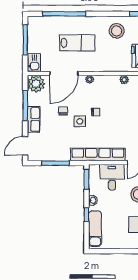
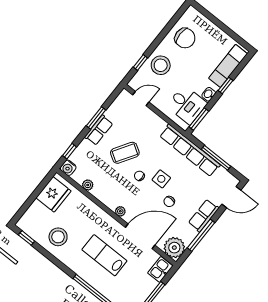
coffee table: (117, 119) -> (125, 153), added
row of seats: (98, 154) -> (190, 150), moved
desk: (112, 177) -> (187, 105), moved, turned -90

